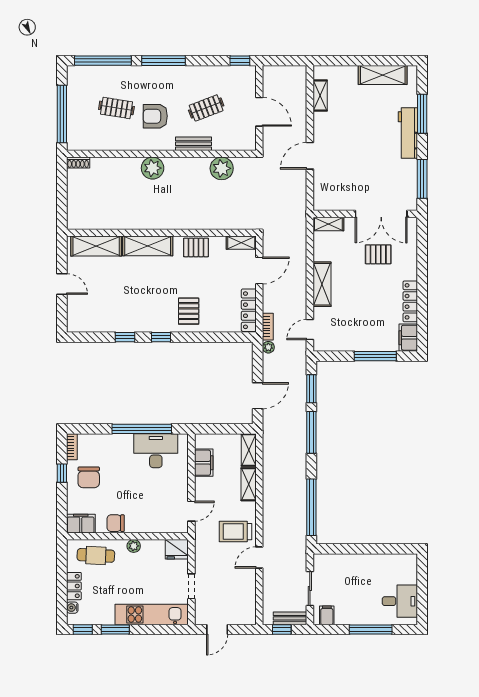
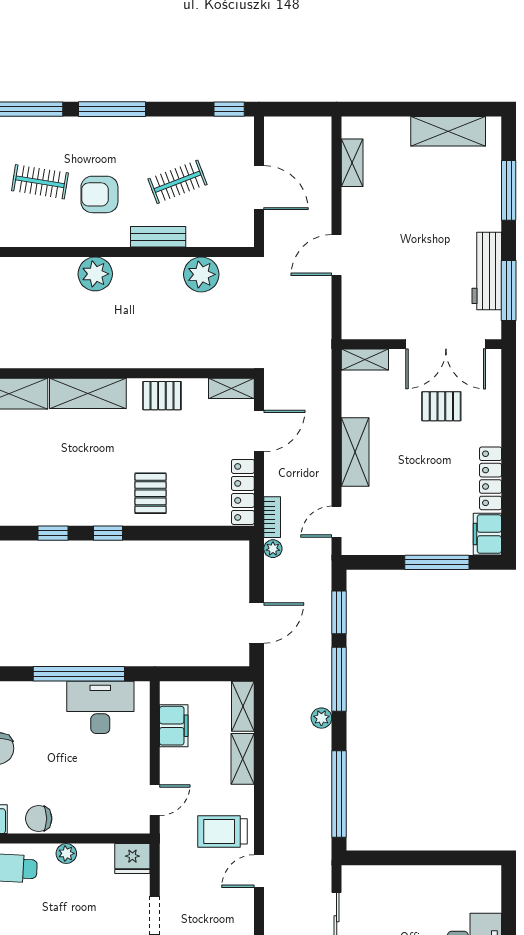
workbench: (408, 133) -> (487, 271), moved
plant: (300, 458) -> (321, 718), added

